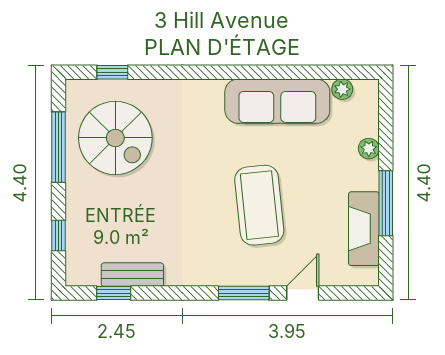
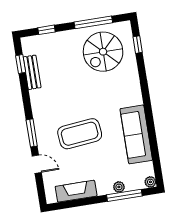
plant: (342, 89) -> (150, 182), moved
window: (386, 203) -> (124, 195), moved

